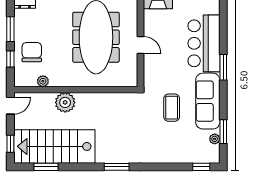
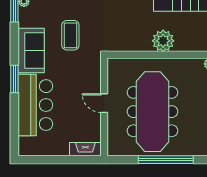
sofa: (208, 101) -> (31, 50), width x0.73
plant: (65, 102) -> (163, 41), moved

